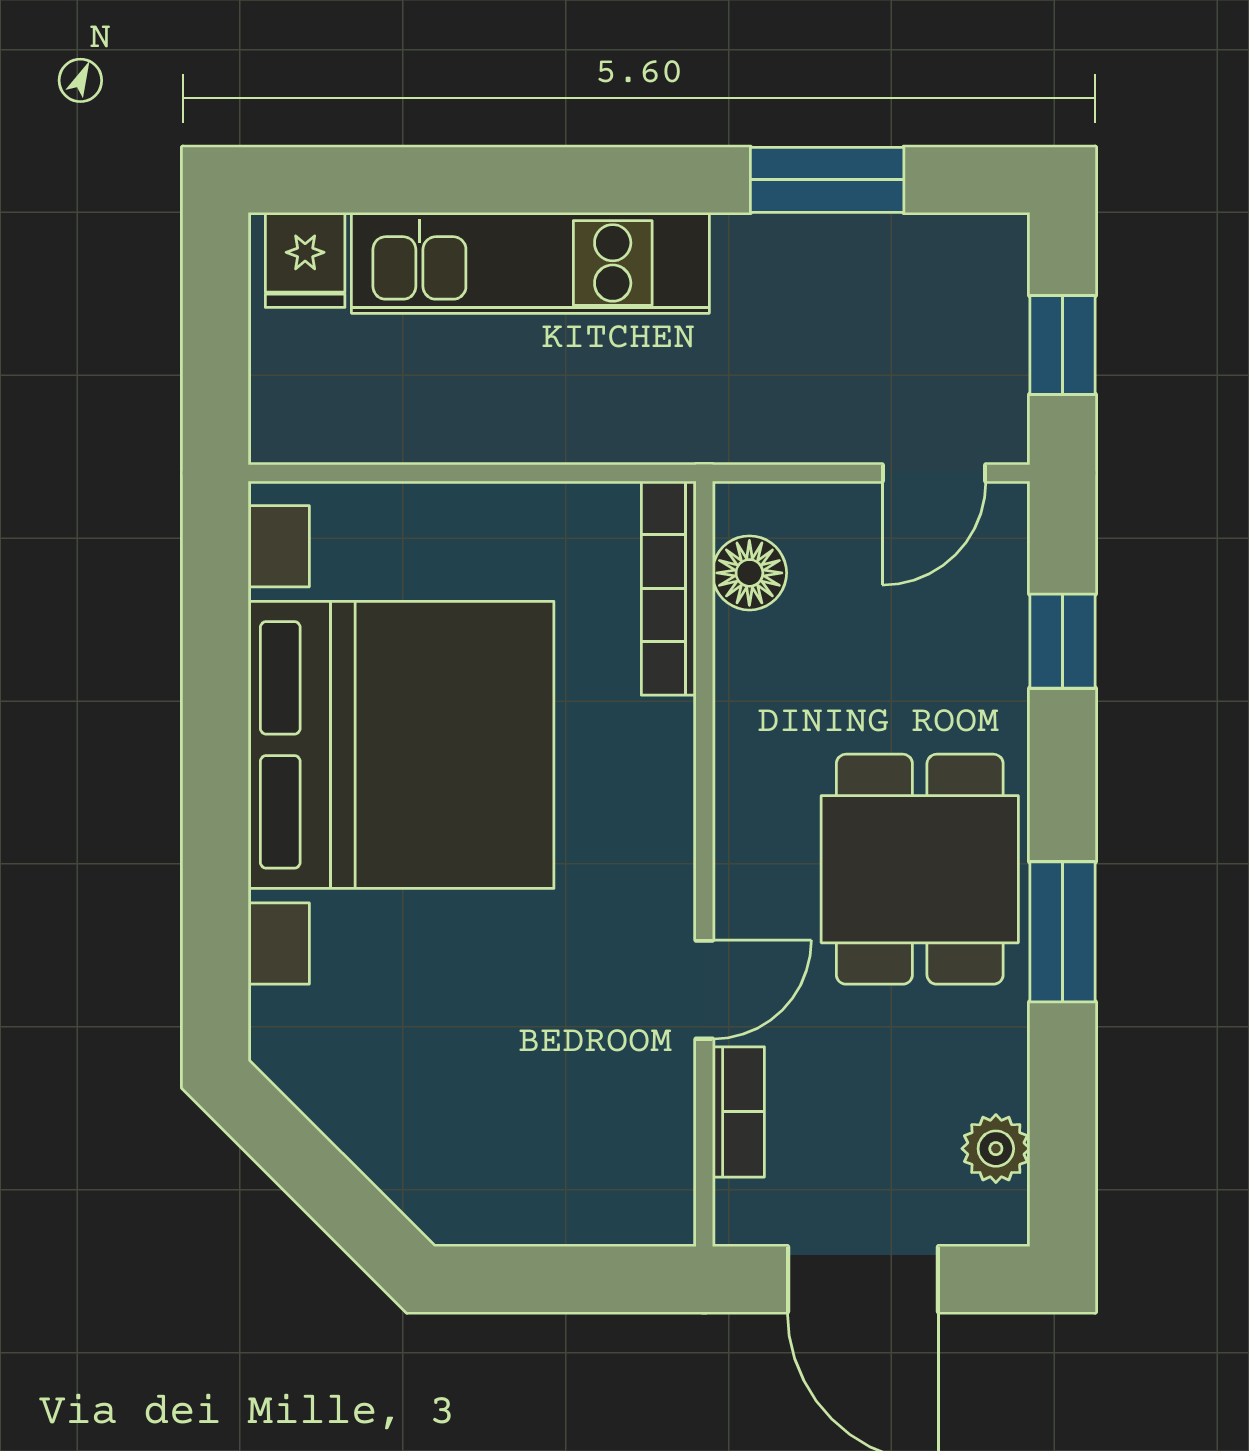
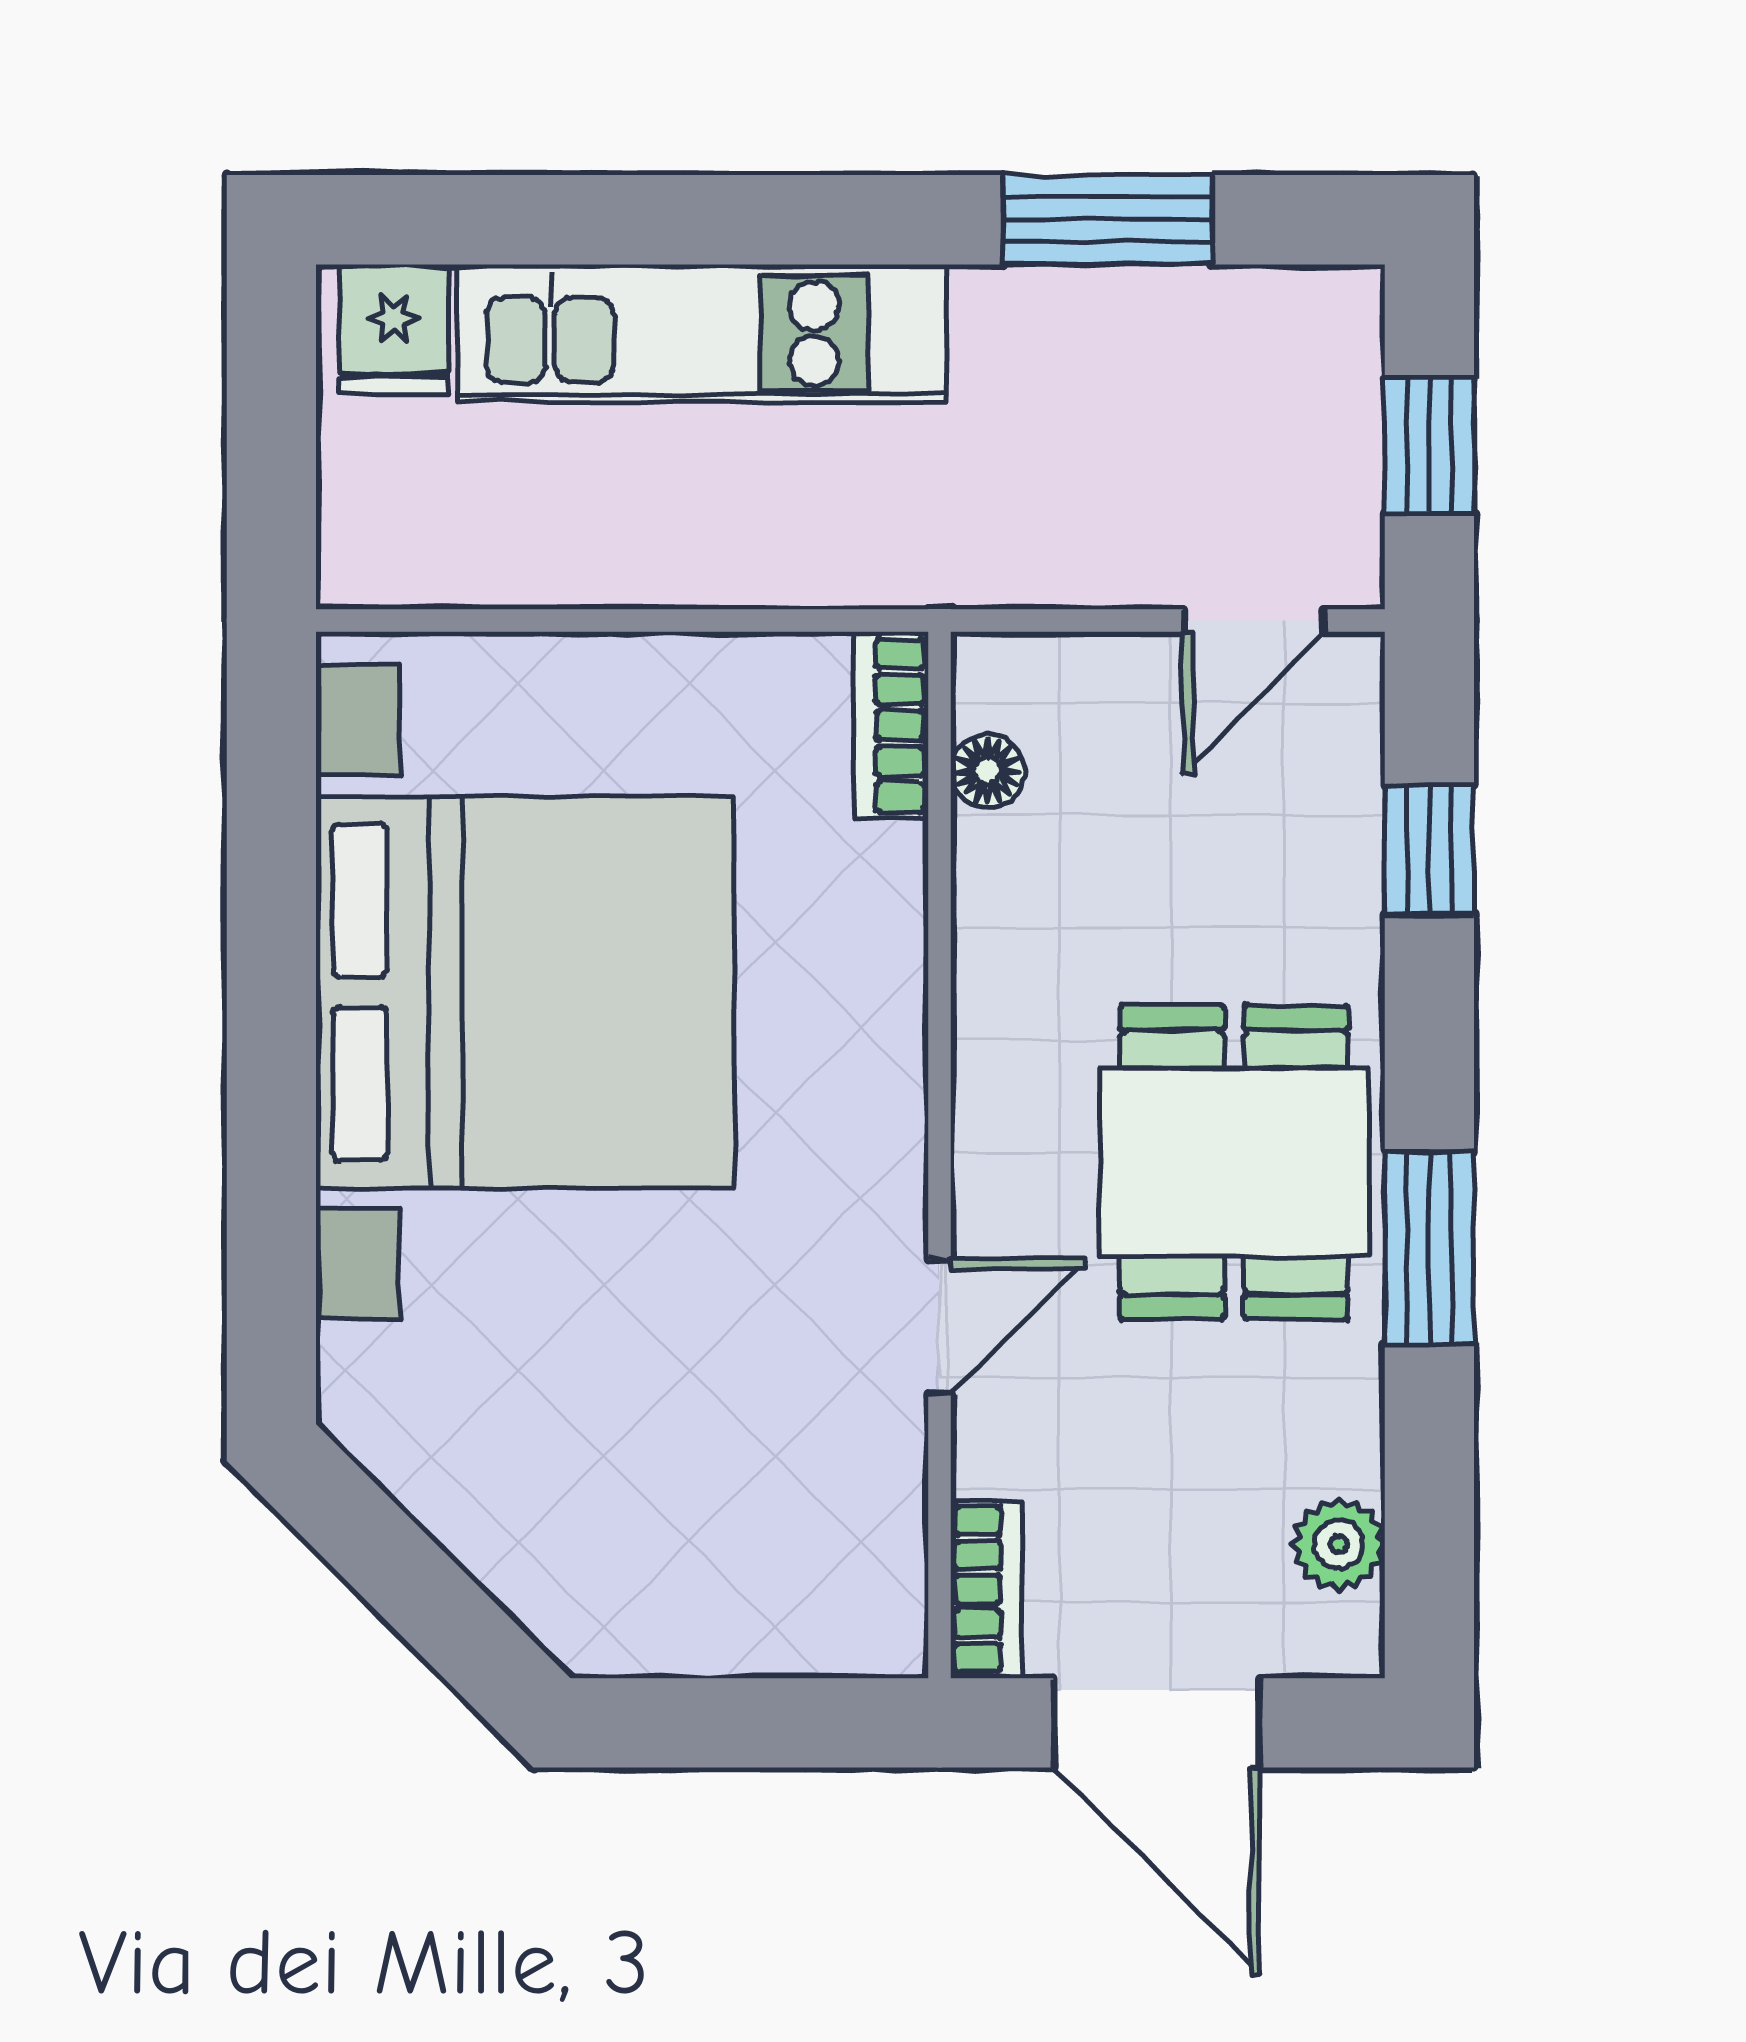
floor lamp: (749, 573) -> (988, 771), width x0.73, depth x0.73
bookcase: (669, 588) -> (891, 725), width x0.64
bookcase: (738, 1112) -> (986, 1589), moved

